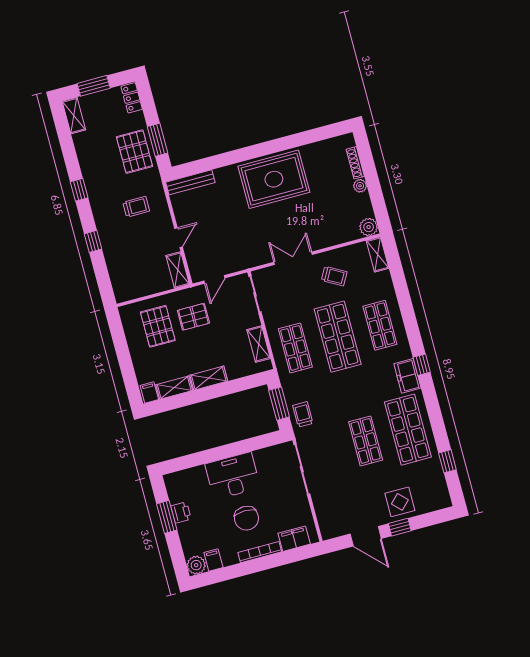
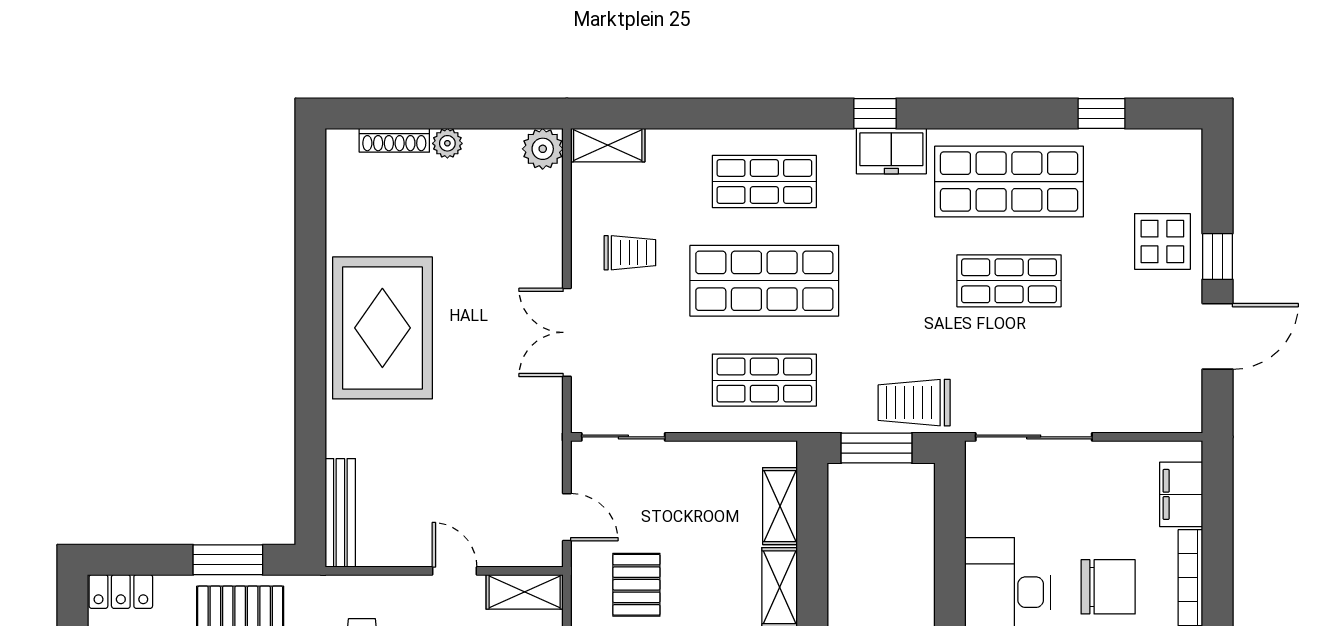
trolley: (334, 276) -> (630, 253), turned 61
shelving: (259, 344) -> (780, 506), moved, turned 90
trolley: (303, 414) -> (914, 403), width x1.36, depth x1.39

